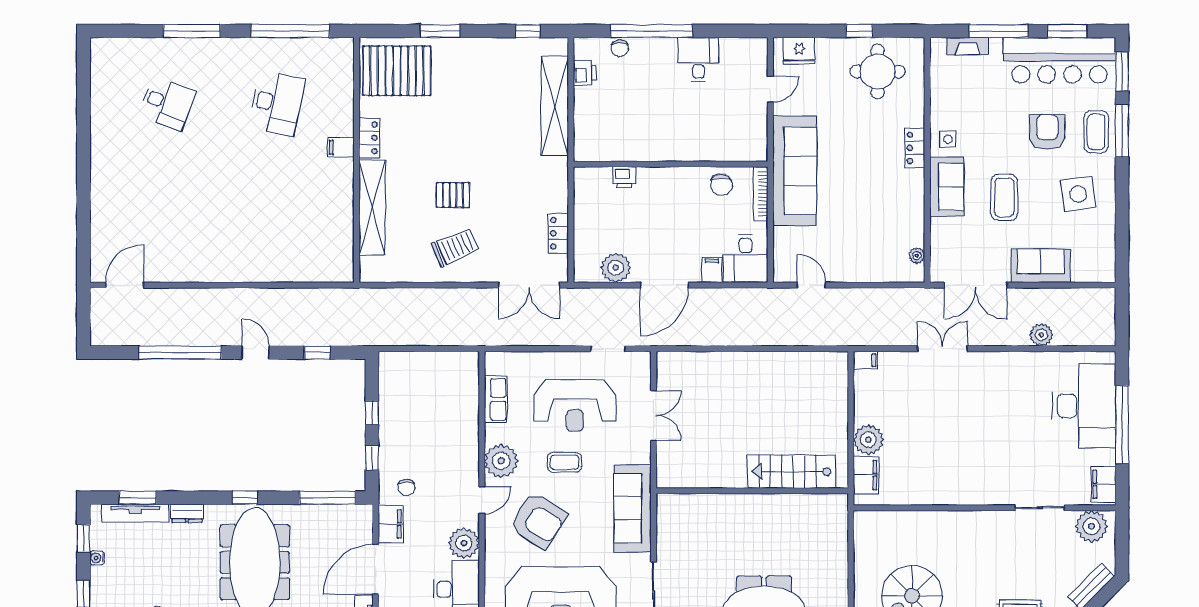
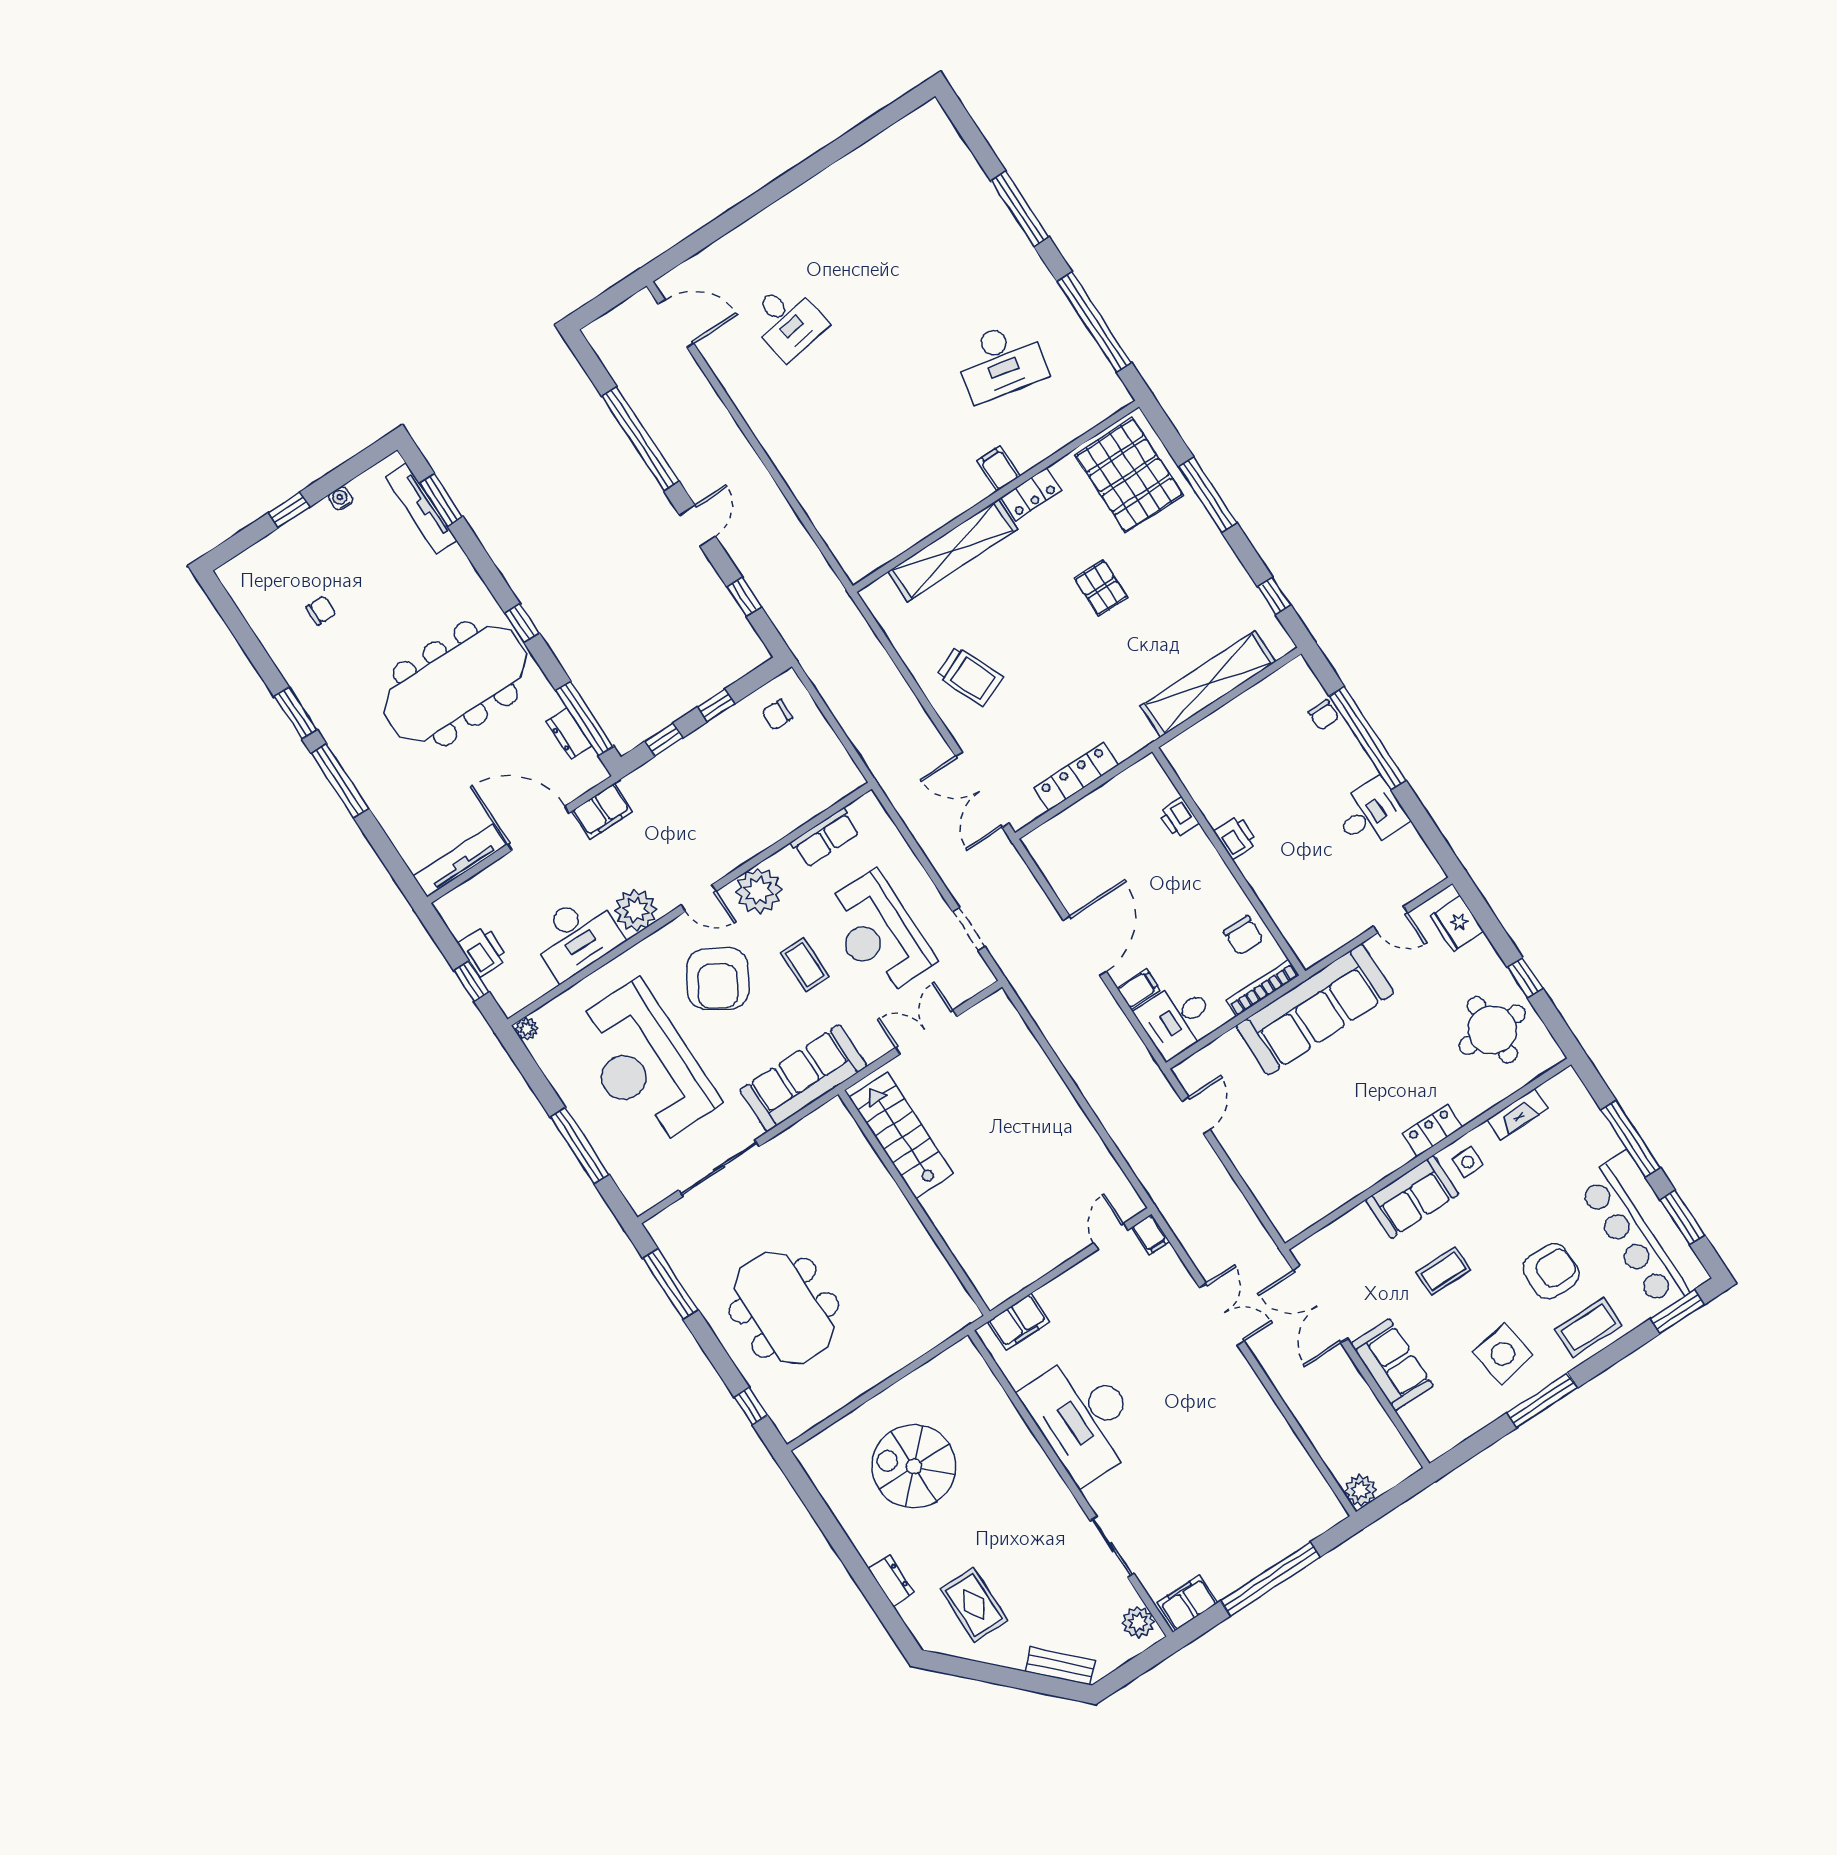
window: (440, 31) -> (1208, 495), width x1.44
fireplace: (968, 46) -> (1517, 1114), moved, turned -90
chair: (620, 48) -> (1324, 715), turned -90
printer: (585, 73) -> (1236, 837), moved, turned -90
desk: (167, 103) -> (787, 321), moved, turned -30
window: (1122, 131) -> (1542, 1400), moved
chair: (721, 185) -> (1244, 936), turned -90
pallet: (453, 195) -> (1101, 588), moved
coffee table: (1004, 197) -> (1443, 1271), width x0.73, depth x0.77
locker: (558, 233) -> (1076, 776), width x1.53
plant: (917, 256) -> (1310, 1214), removed
plant: (616, 268) -> (1068, 877), removed
door: (664, 285) -> (1085, 946), swing flipped
plant: (1041, 335) -> (1360, 1490), moved
door: (851, 385) -> (1111, 1236), added
desk: (1084, 406) -> (1083, 1418), moved, turned 90
double door: (654, 415) -> (926, 1032), swing flipped
plant: (868, 440) -> (1061, 1298), removed
stairs: (792, 472) -> (901, 1135), moved
chair: (406, 487) -> (777, 715), moved
dresser: (187, 513) -> (569, 734), moved
plant: (1091, 526) -> (1138, 1622), width x0.73, depth x0.73
window: (83, 538) -> (353, 468), removed

